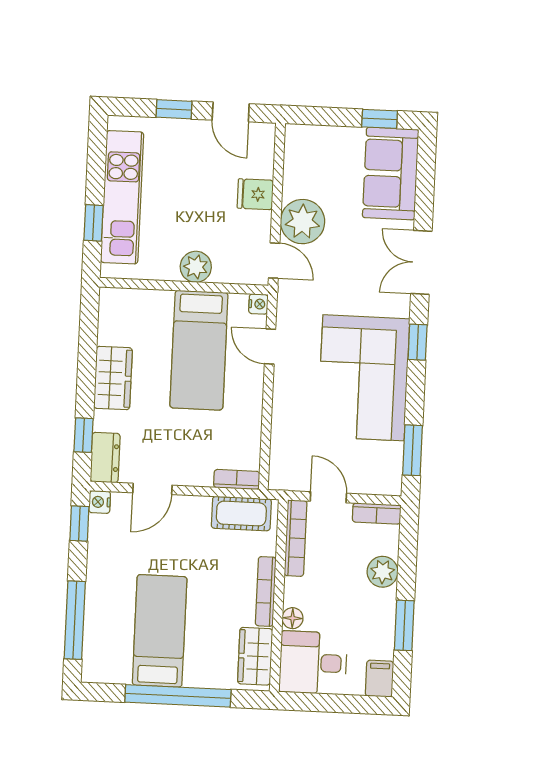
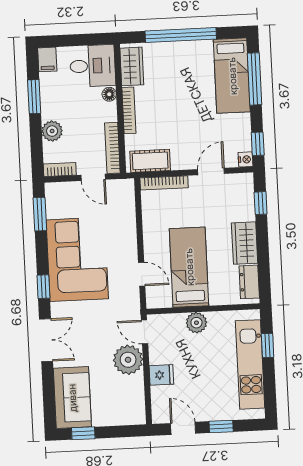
nightstand: (258, 304) -> (152, 302), removed
dresser: (105, 458) -> (249, 282), moved
bookcase: (237, 479) -> (164, 183), width x1.56
bed: (160, 631) -> (232, 76), moved

